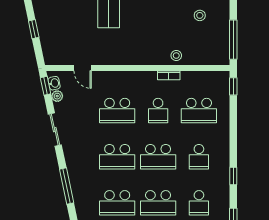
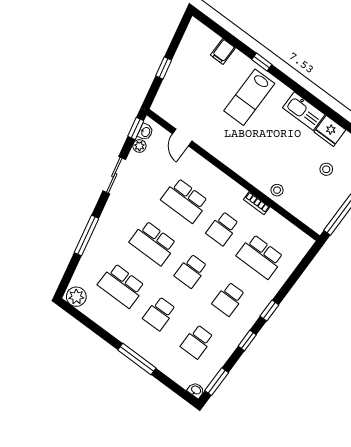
window: (233, 86) -> (269, 311), moved
school desk: (158, 157) -> (191, 271), width x0.54
school desk: (158, 203) -> (159, 314), width x0.54

